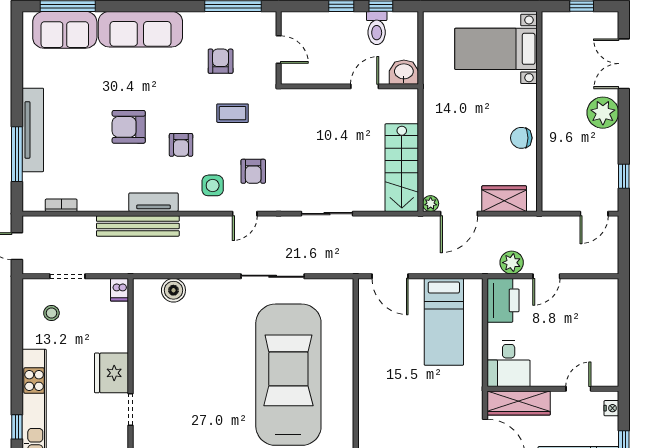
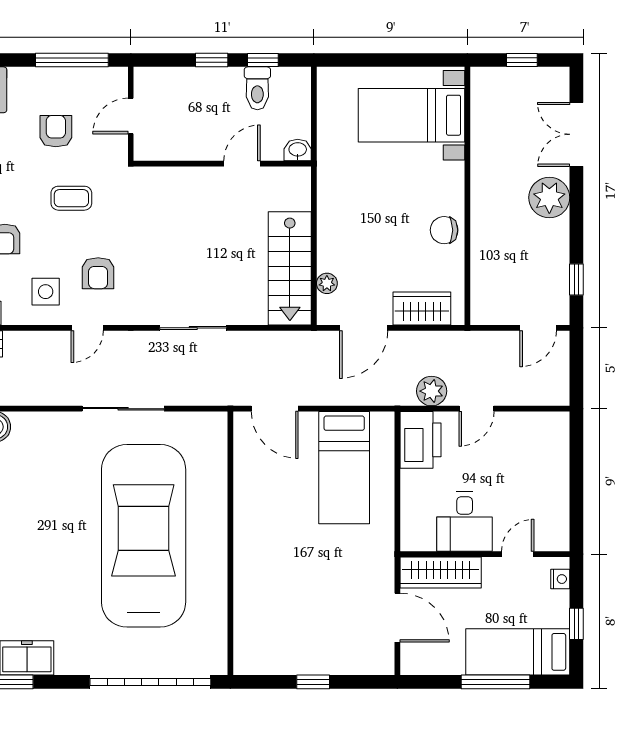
door: (279, 49) -> (131, 116), swing flipped
washbasin: (404, 72) -> (298, 150), width x0.72, depth x0.69
plant: (431, 204) -> (327, 283), moved
desk: (509, 364) -> (465, 522), moved

